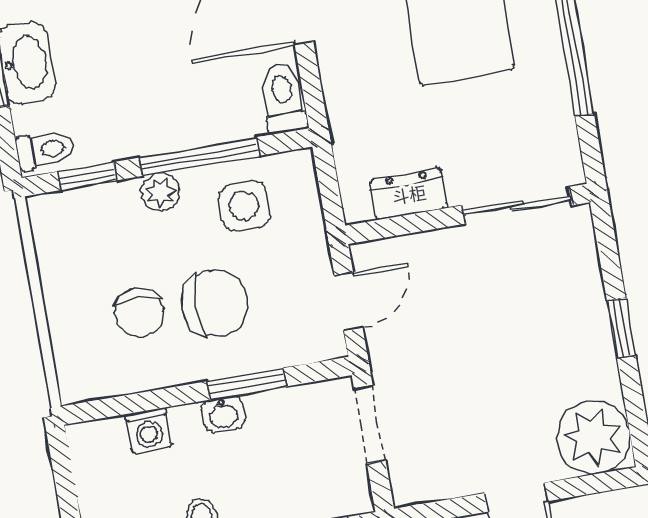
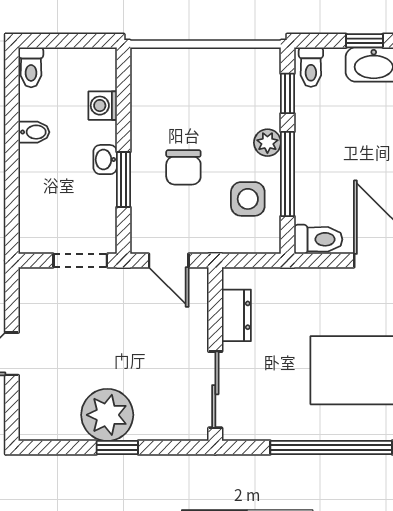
chair: (215, 303) -> (183, 167), width x0.73, depth x0.73
chair: (139, 312) -> (186, 113), removed
plant: (593, 437) -> (107, 415), moved

